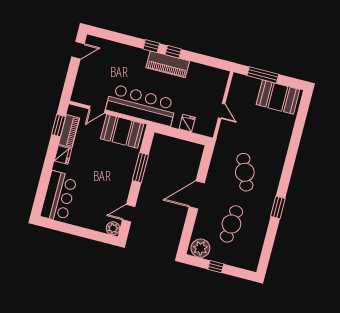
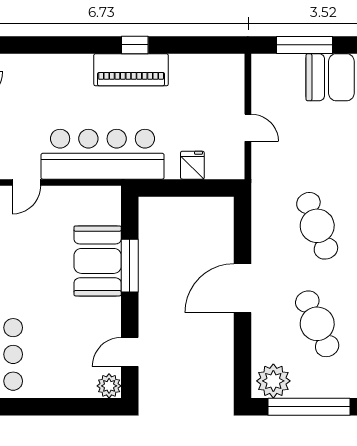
window: (151, 46) -> (93, 45), removed
booth: (122, 131) -> (98, 261), moved, turned 90
cafe table: (231, 224) -> (317, 324), turned -30
window: (216, 267) -> (309, 407), width x3.17

